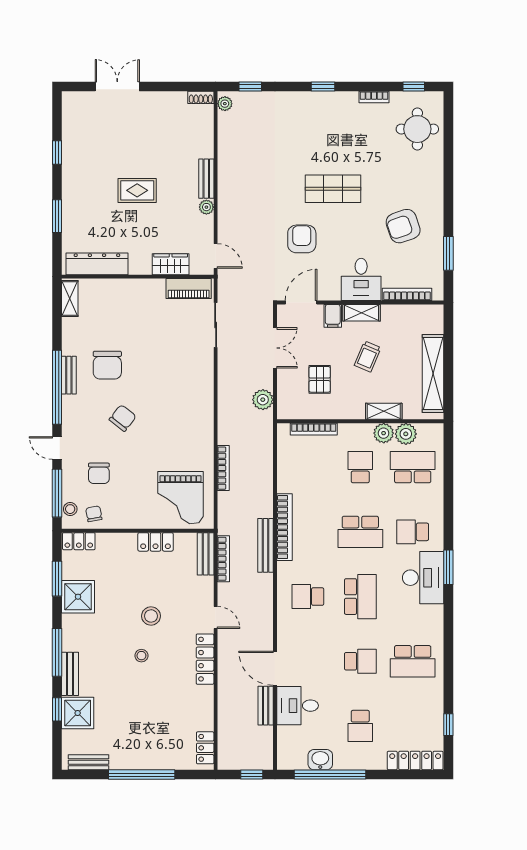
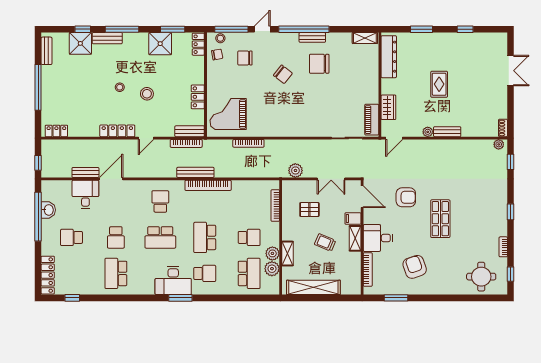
school desk: (413, 532) -> (205, 273), turned 90

